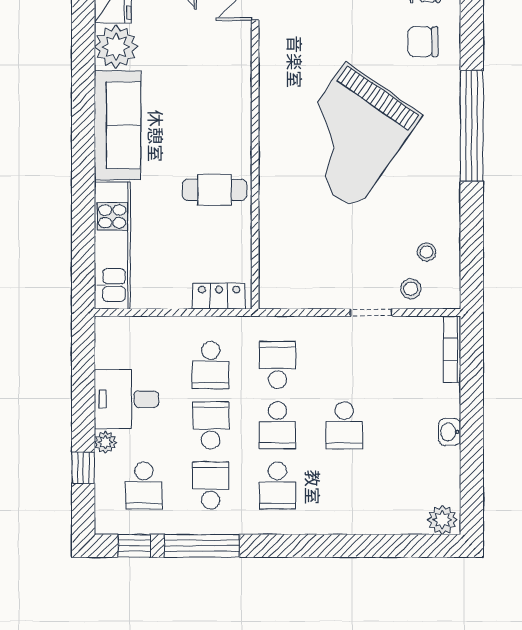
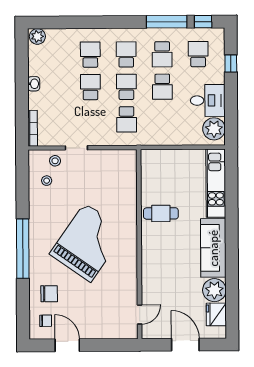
locker: (219, 296) -> (158, 156), removed
school desk: (211, 365) -> (90, 55), moved
plant: (105, 442) -> (214, 129), moved, width x1.88, depth x1.88

